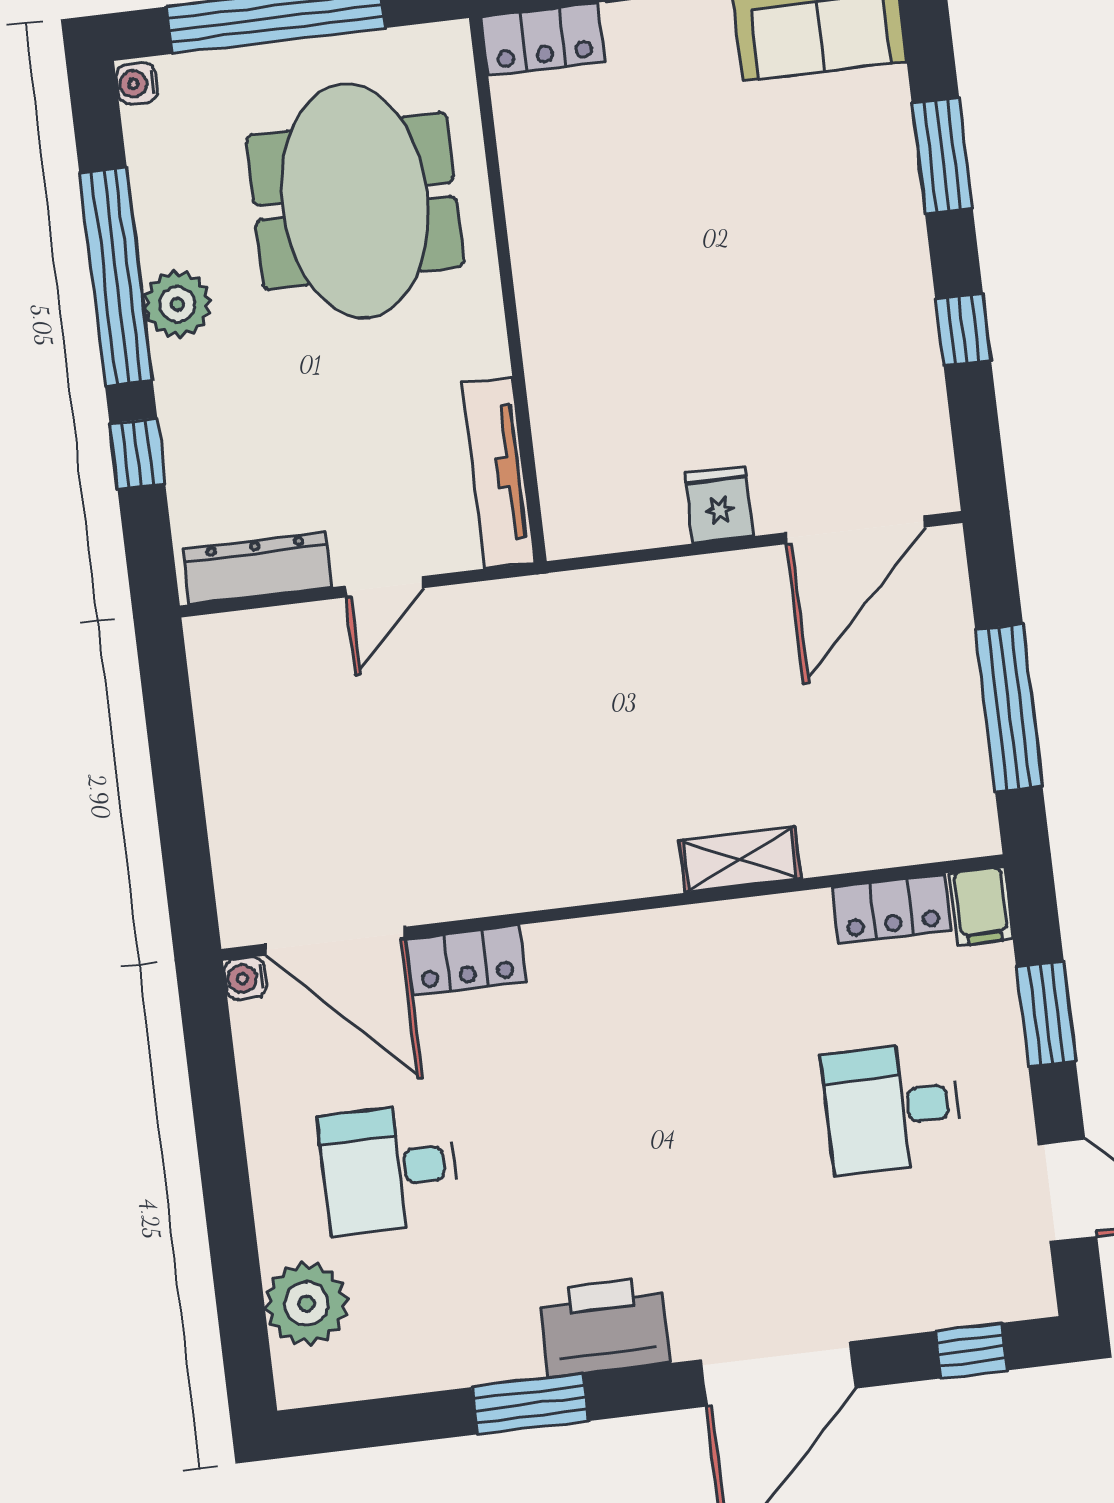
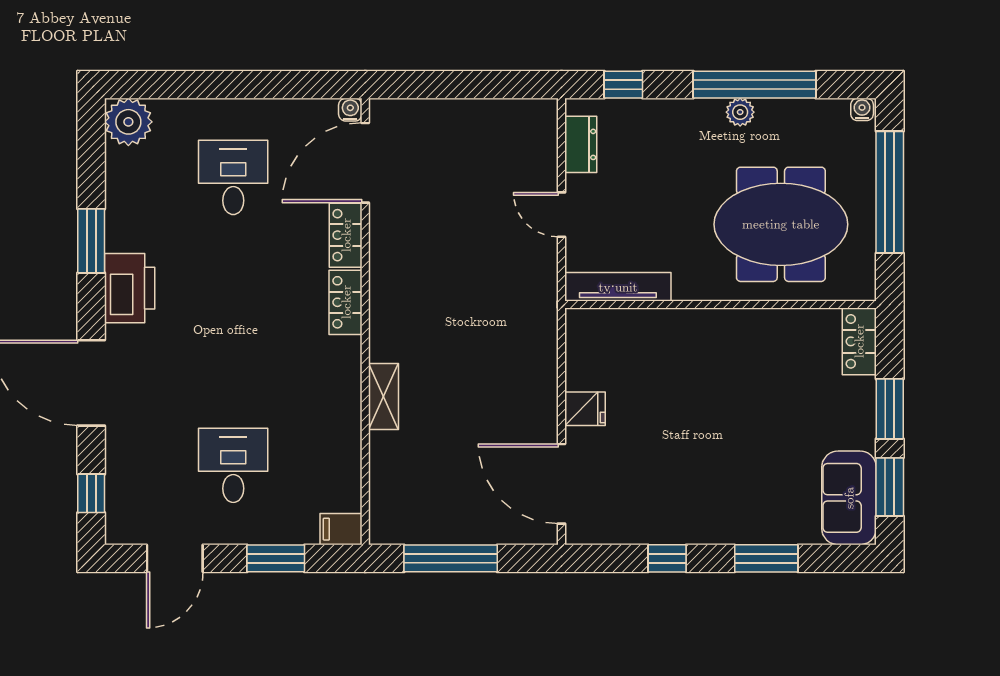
plant: (177, 304) -> (740, 112), width x0.73, depth x0.73
window: (137, 454) -> (623, 85), moved
dresser: (258, 568) -> (581, 144), width x0.70
locker: (892, 909) -> (346, 302), moved
plant: (306, 1304) -> (128, 122), moved

